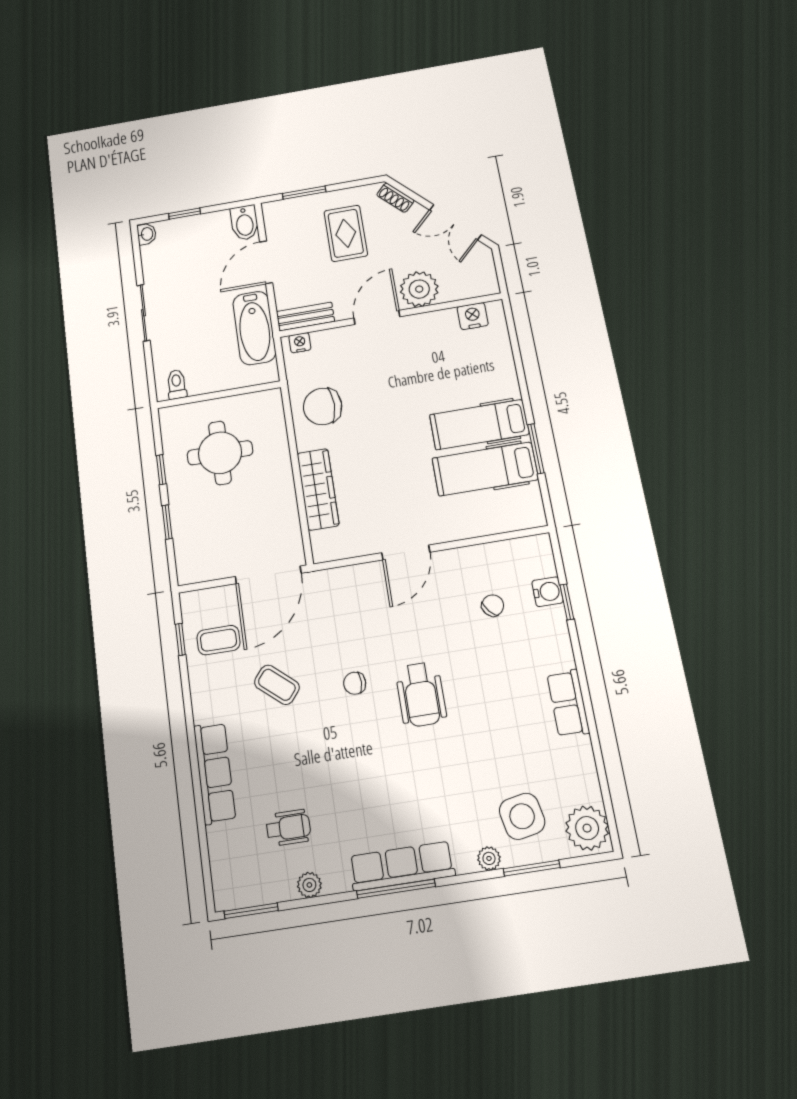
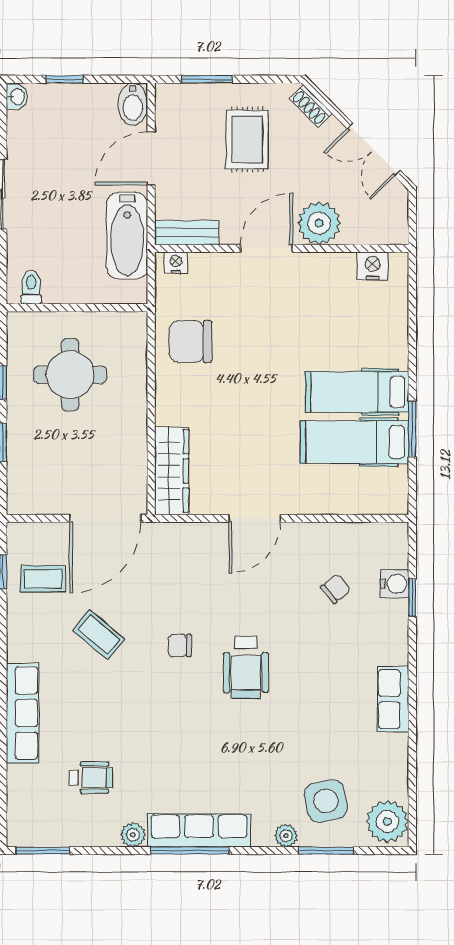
wardrobe: (318, 489) -> (172, 471), moved
plant: (309, 885) -> (133, 835), moved

